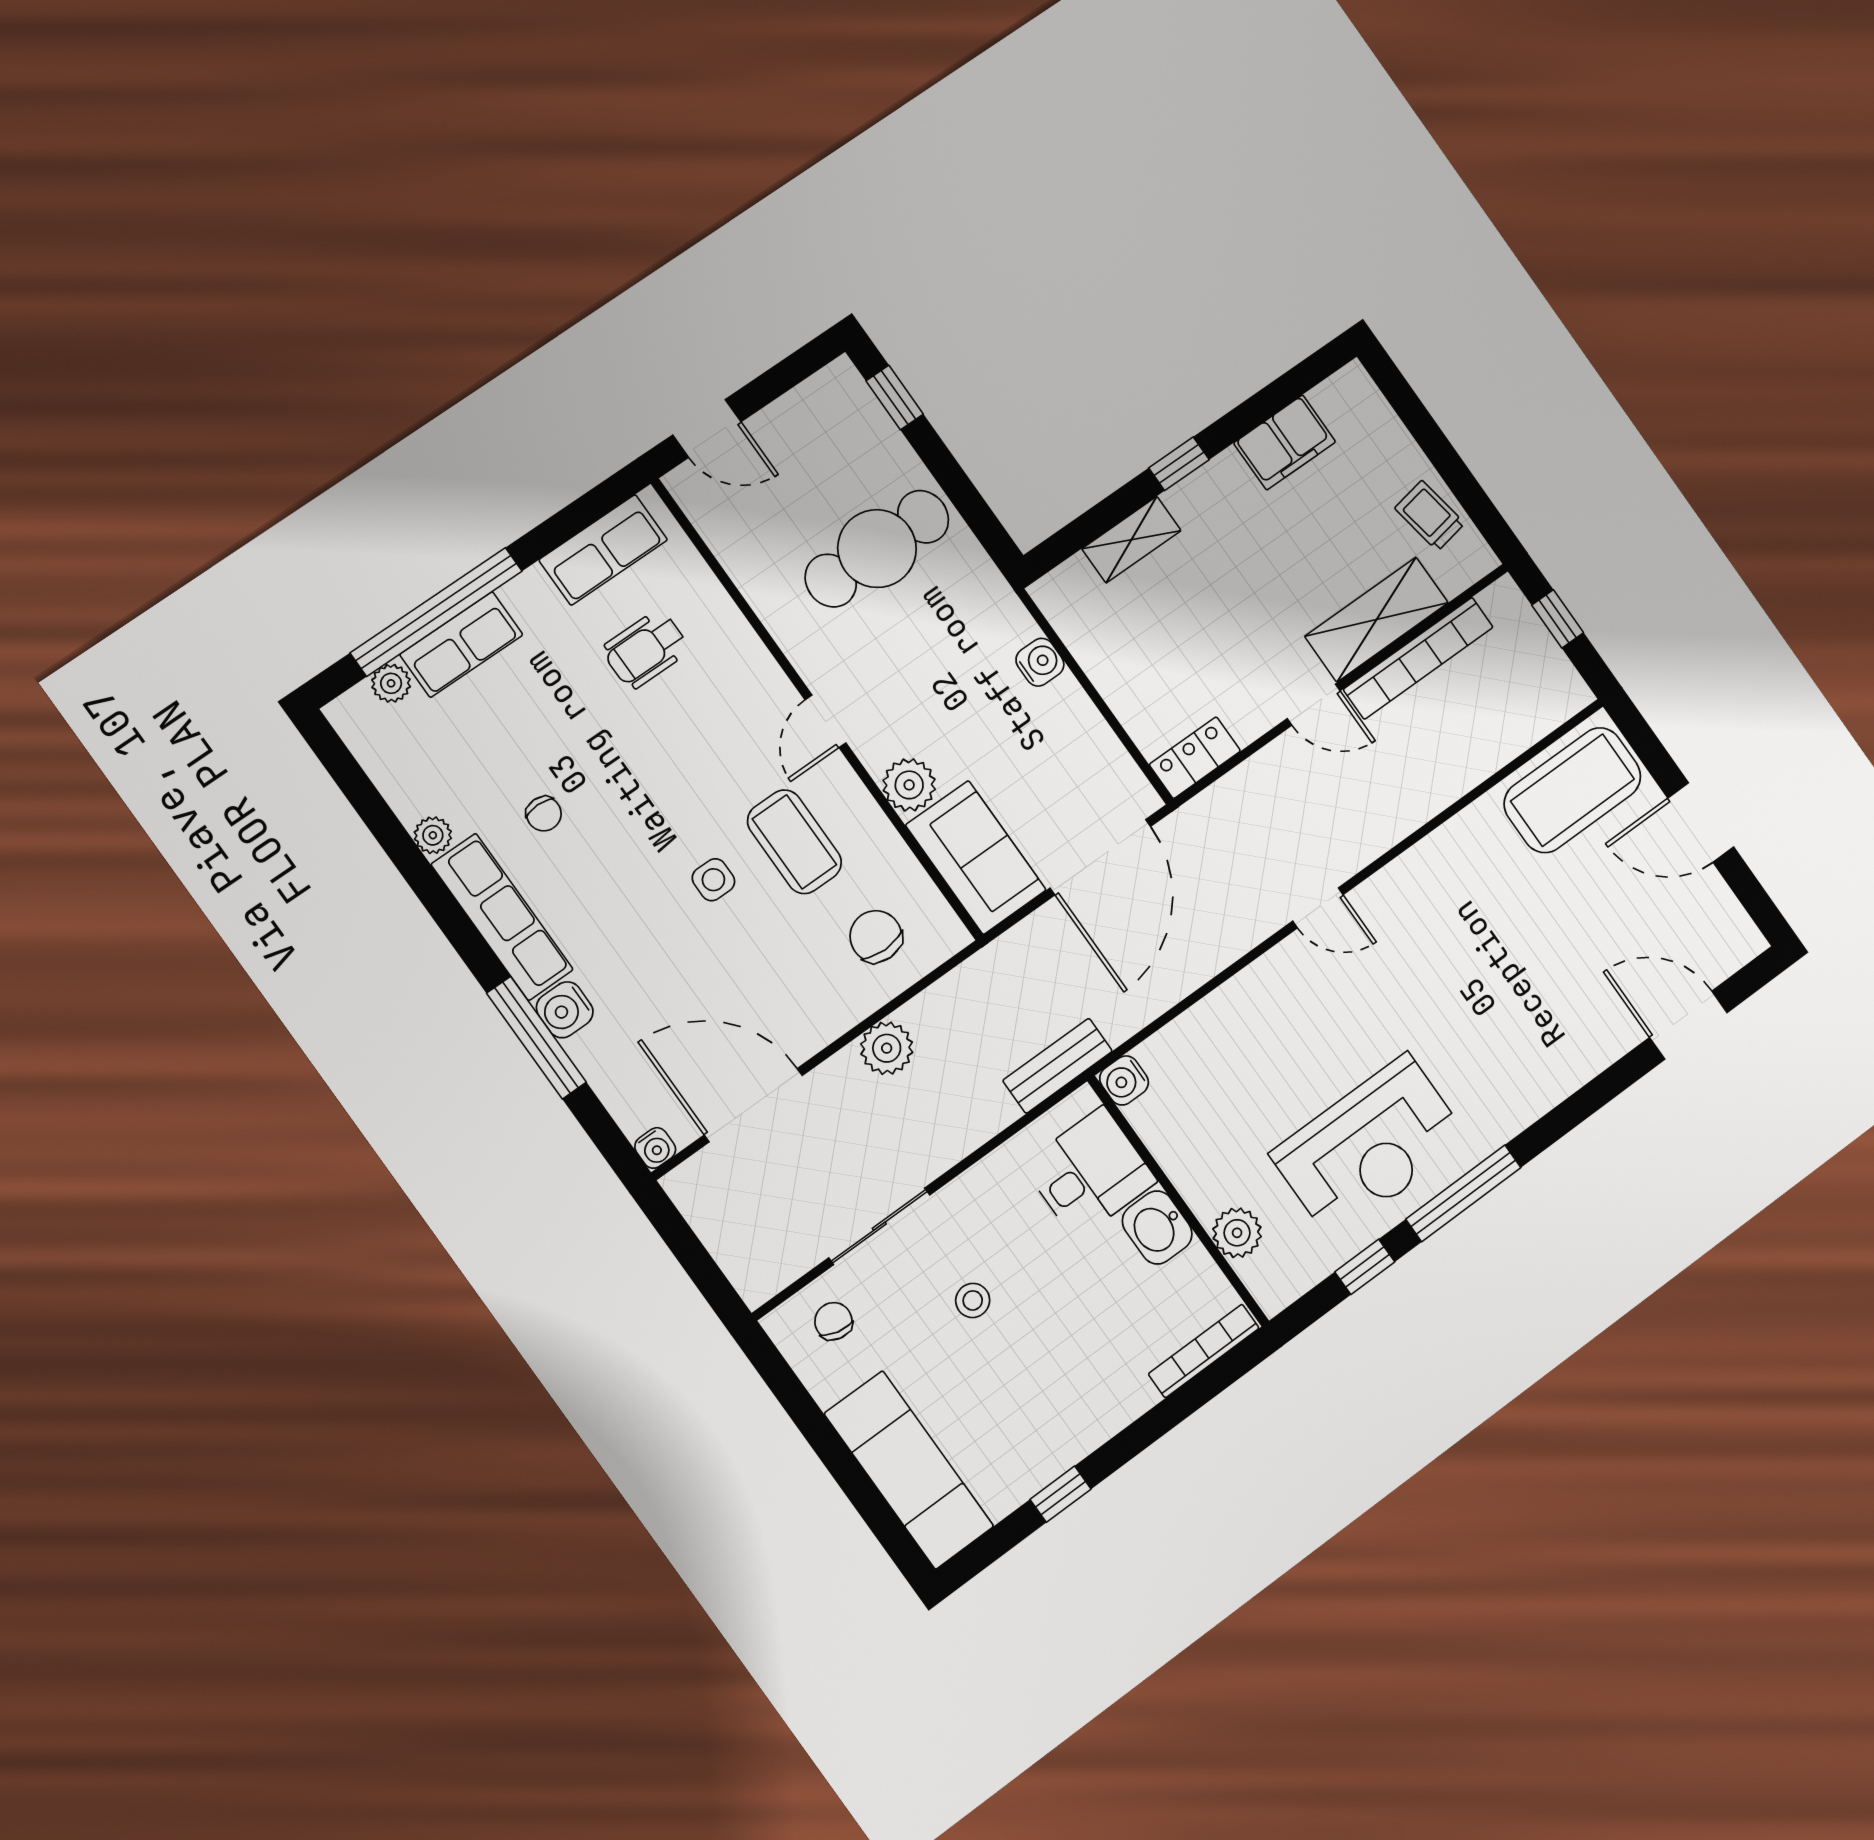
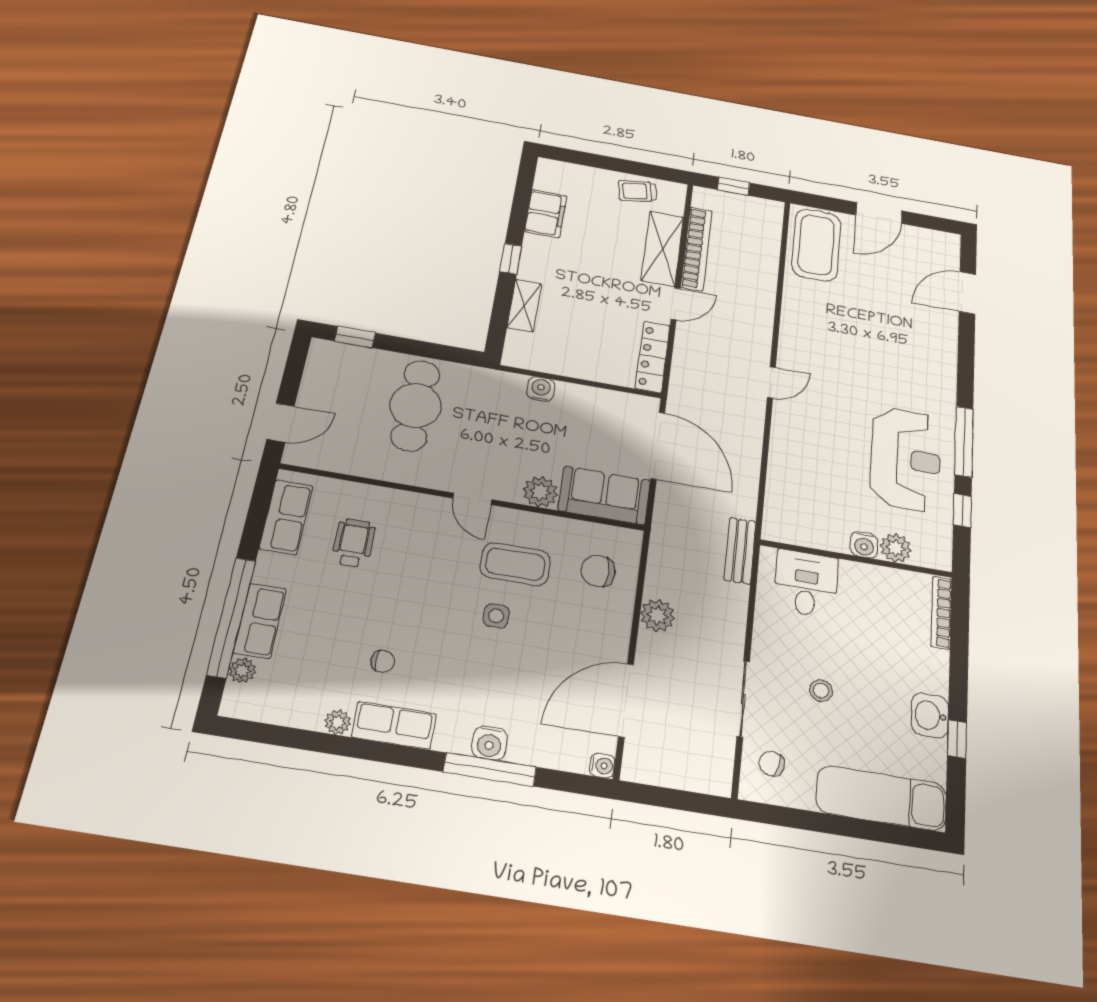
wheelchair: (646, 649) -> (354, 543), turned 180
locker: (1195, 758) -> (653, 357), width x1.53
row of seats: (502, 917) -> (394, 725), width x0.68
water cooler: (1124, 1080) -> (864, 545), moved
washbasin: (1157, 1227) -> (930, 715), moved, turned 90

